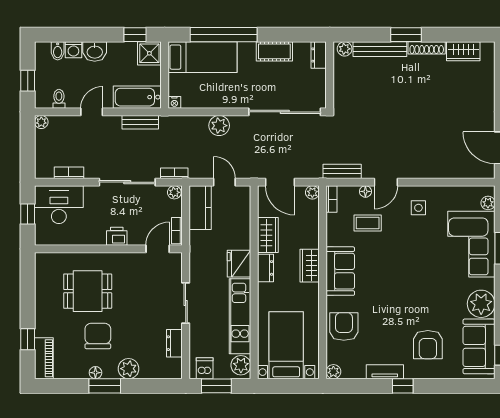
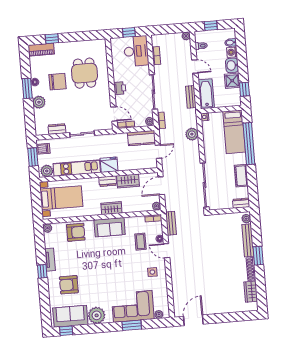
shower: (149, 53) -> (232, 81), moved
plant: (219, 126) -> (192, 134), moved

